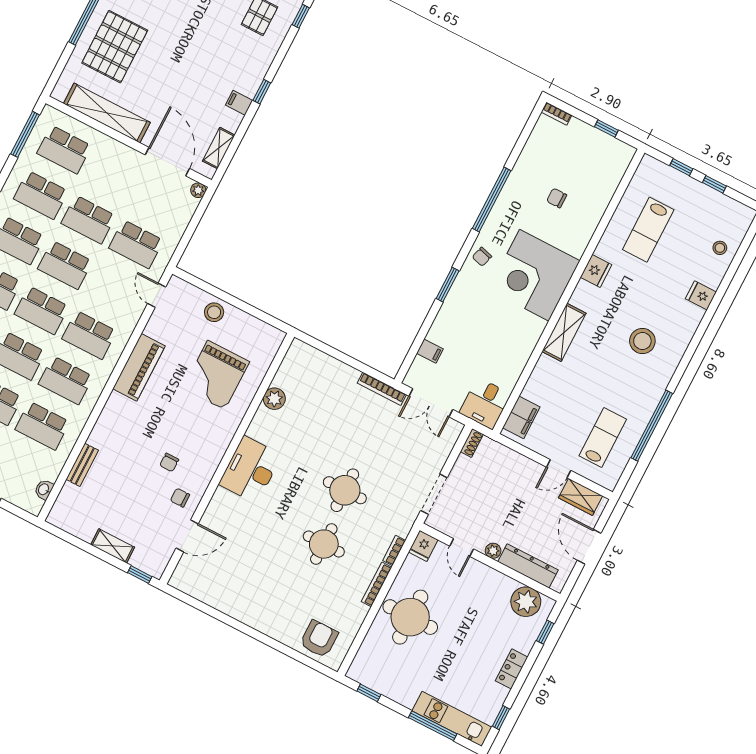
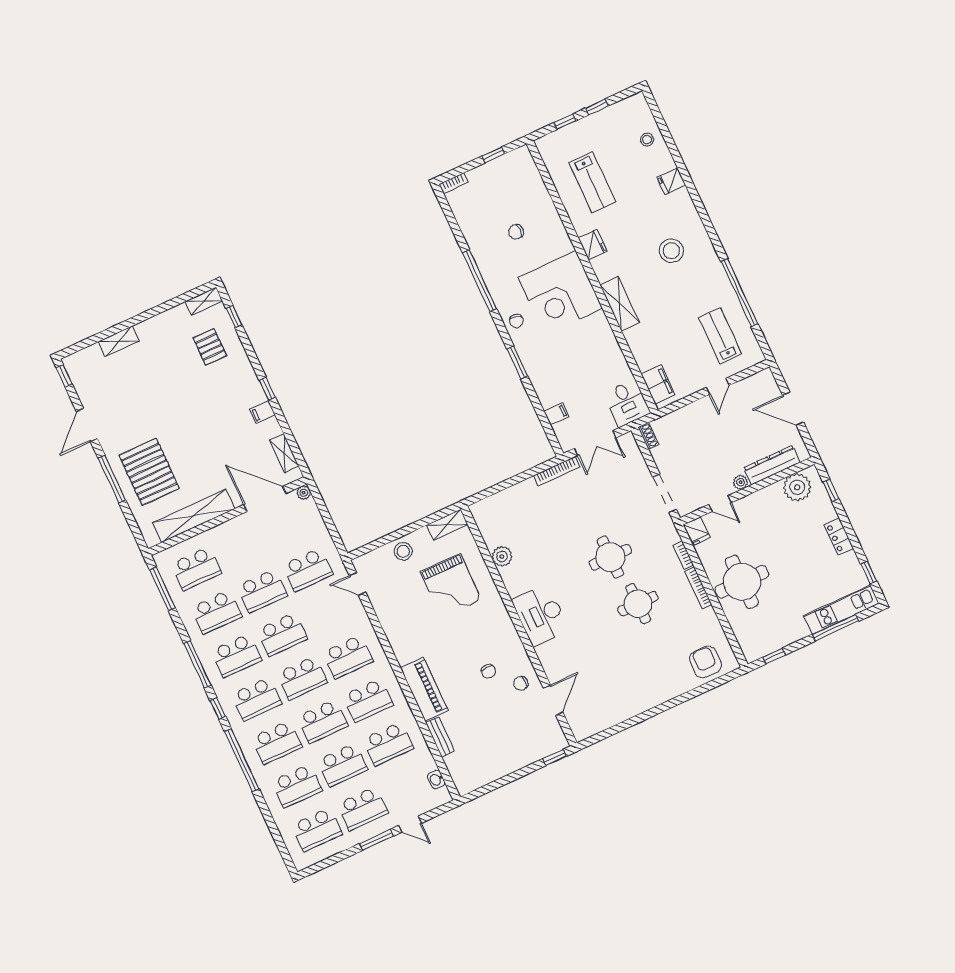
piano: (139, 367) -> (424, 689), moved
wardrobe: (581, 497) -> (751, 386), removed
shelving: (113, 546) -> (447, 525), moved

